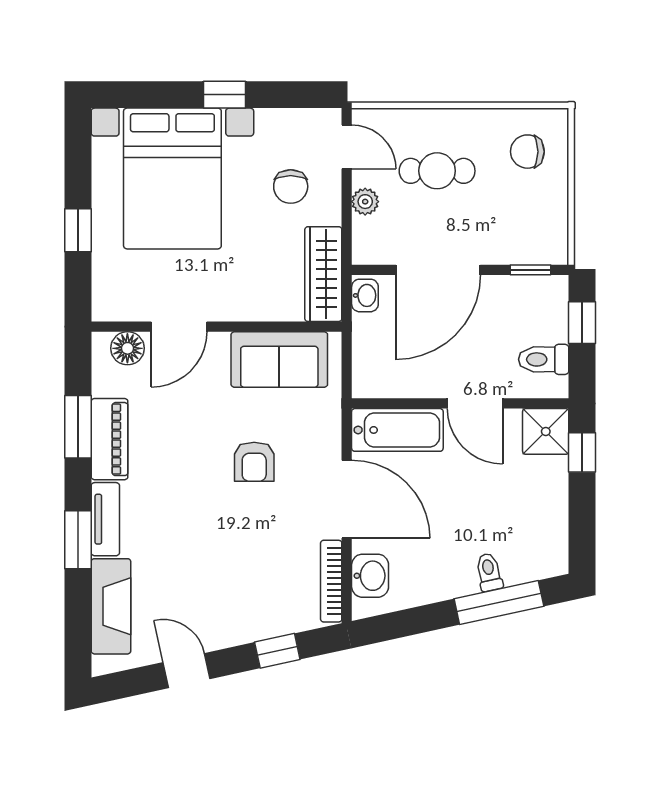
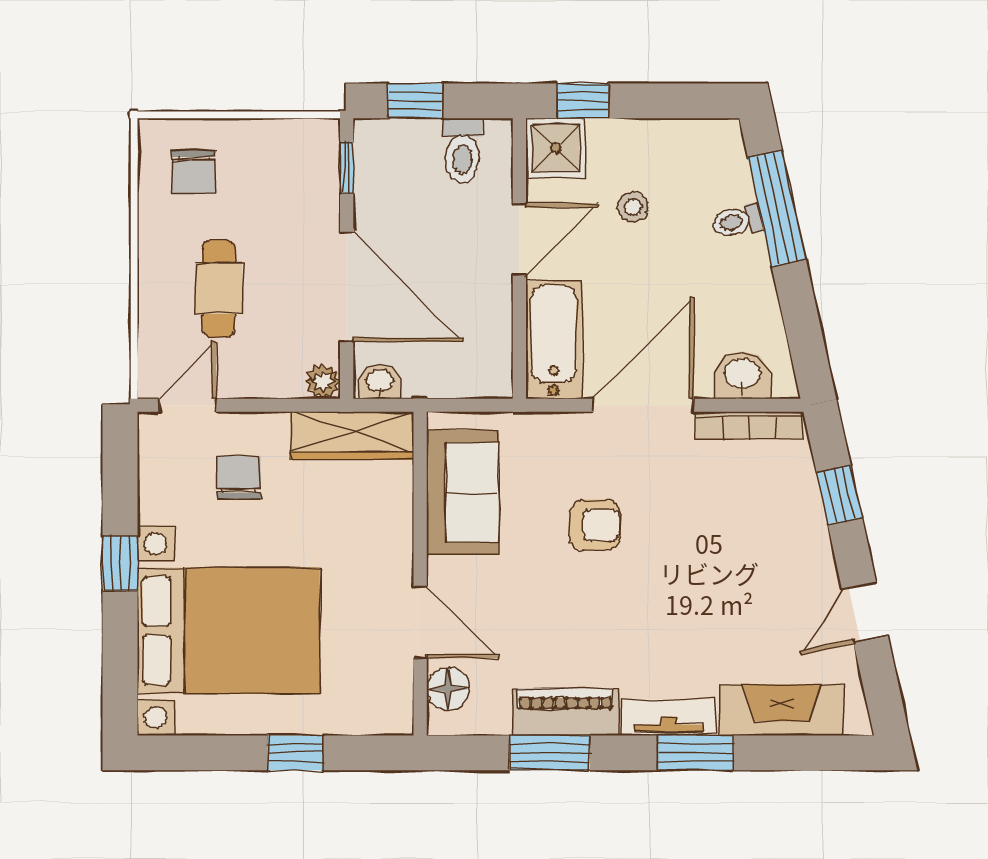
chair: (291, 186) -> (239, 478), turned -90
plant: (365, 202) -> (323, 381), moved
stool: (500, 491) -> (633, 207), added

